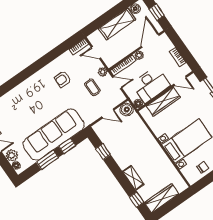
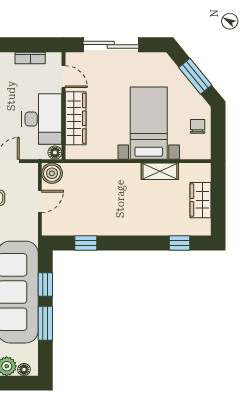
door: (180, 81) -> (63, 77), hinge flipped
shelving: (133, 178) -> (160, 171), moved
wardrobe: (162, 198) -> (201, 200), width x0.67

